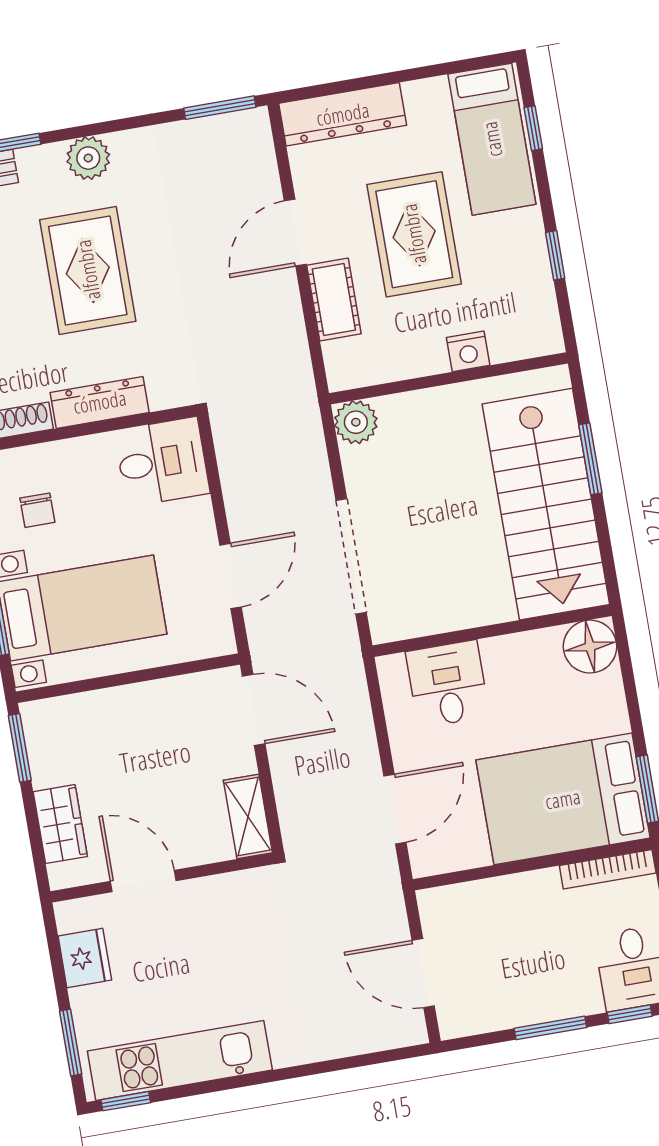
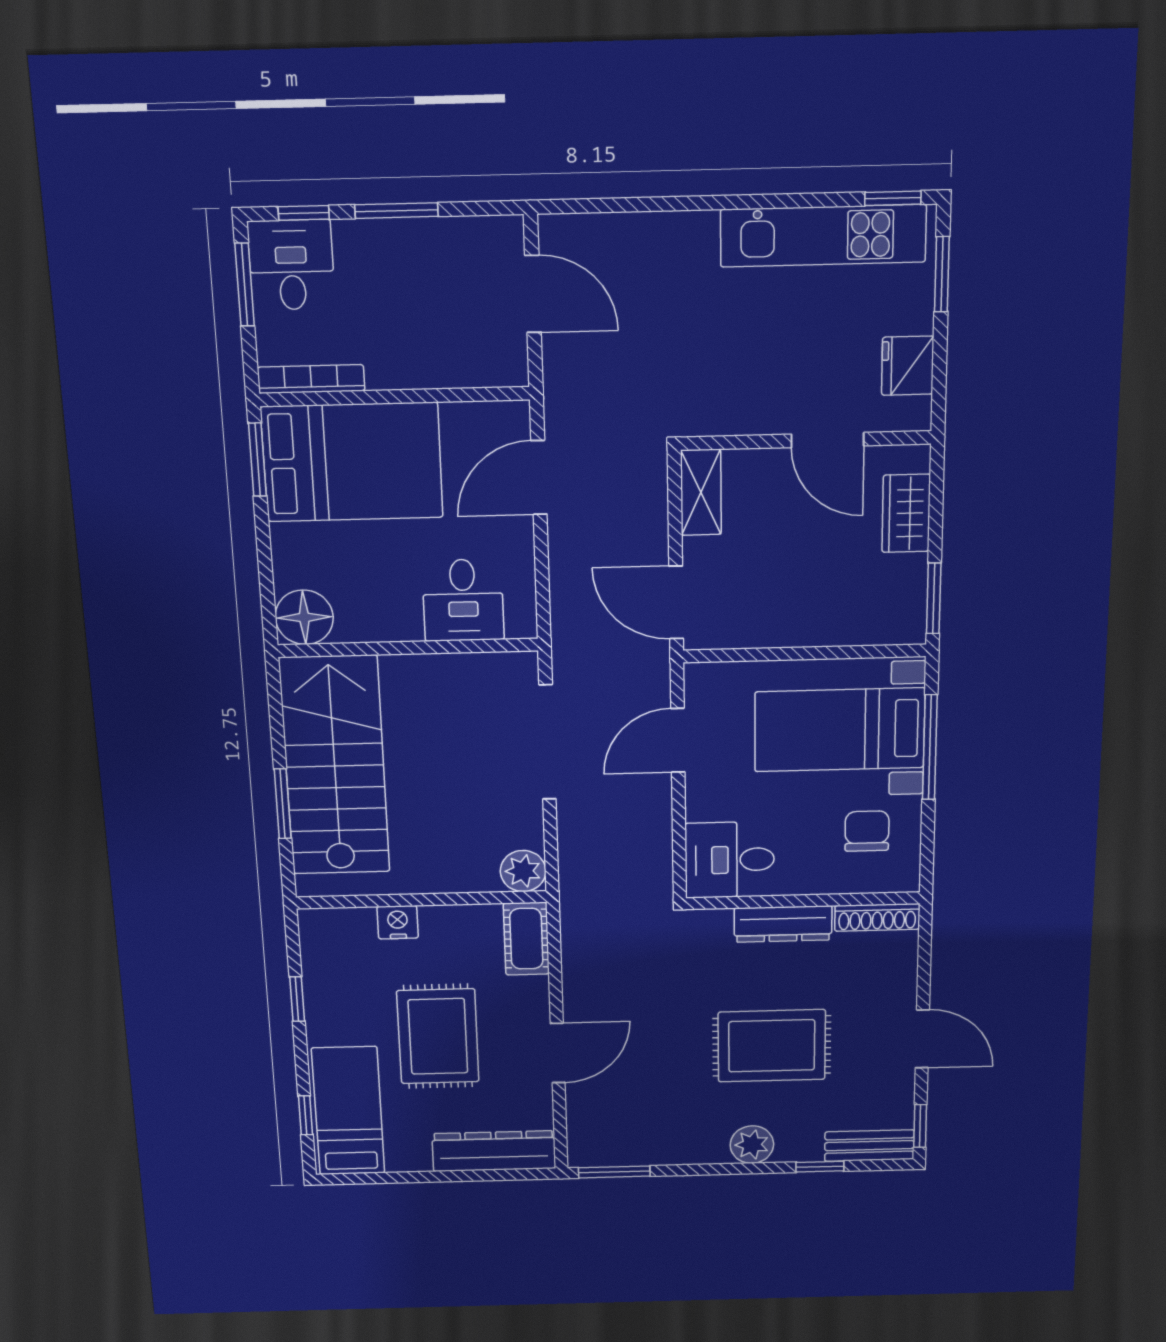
rug: (88, 270) -> (772, 1046), turned 90
cot: (334, 299) -> (526, 939), moved
chair: (37, 510) -> (867, 831), width x1.37, depth x1.37

